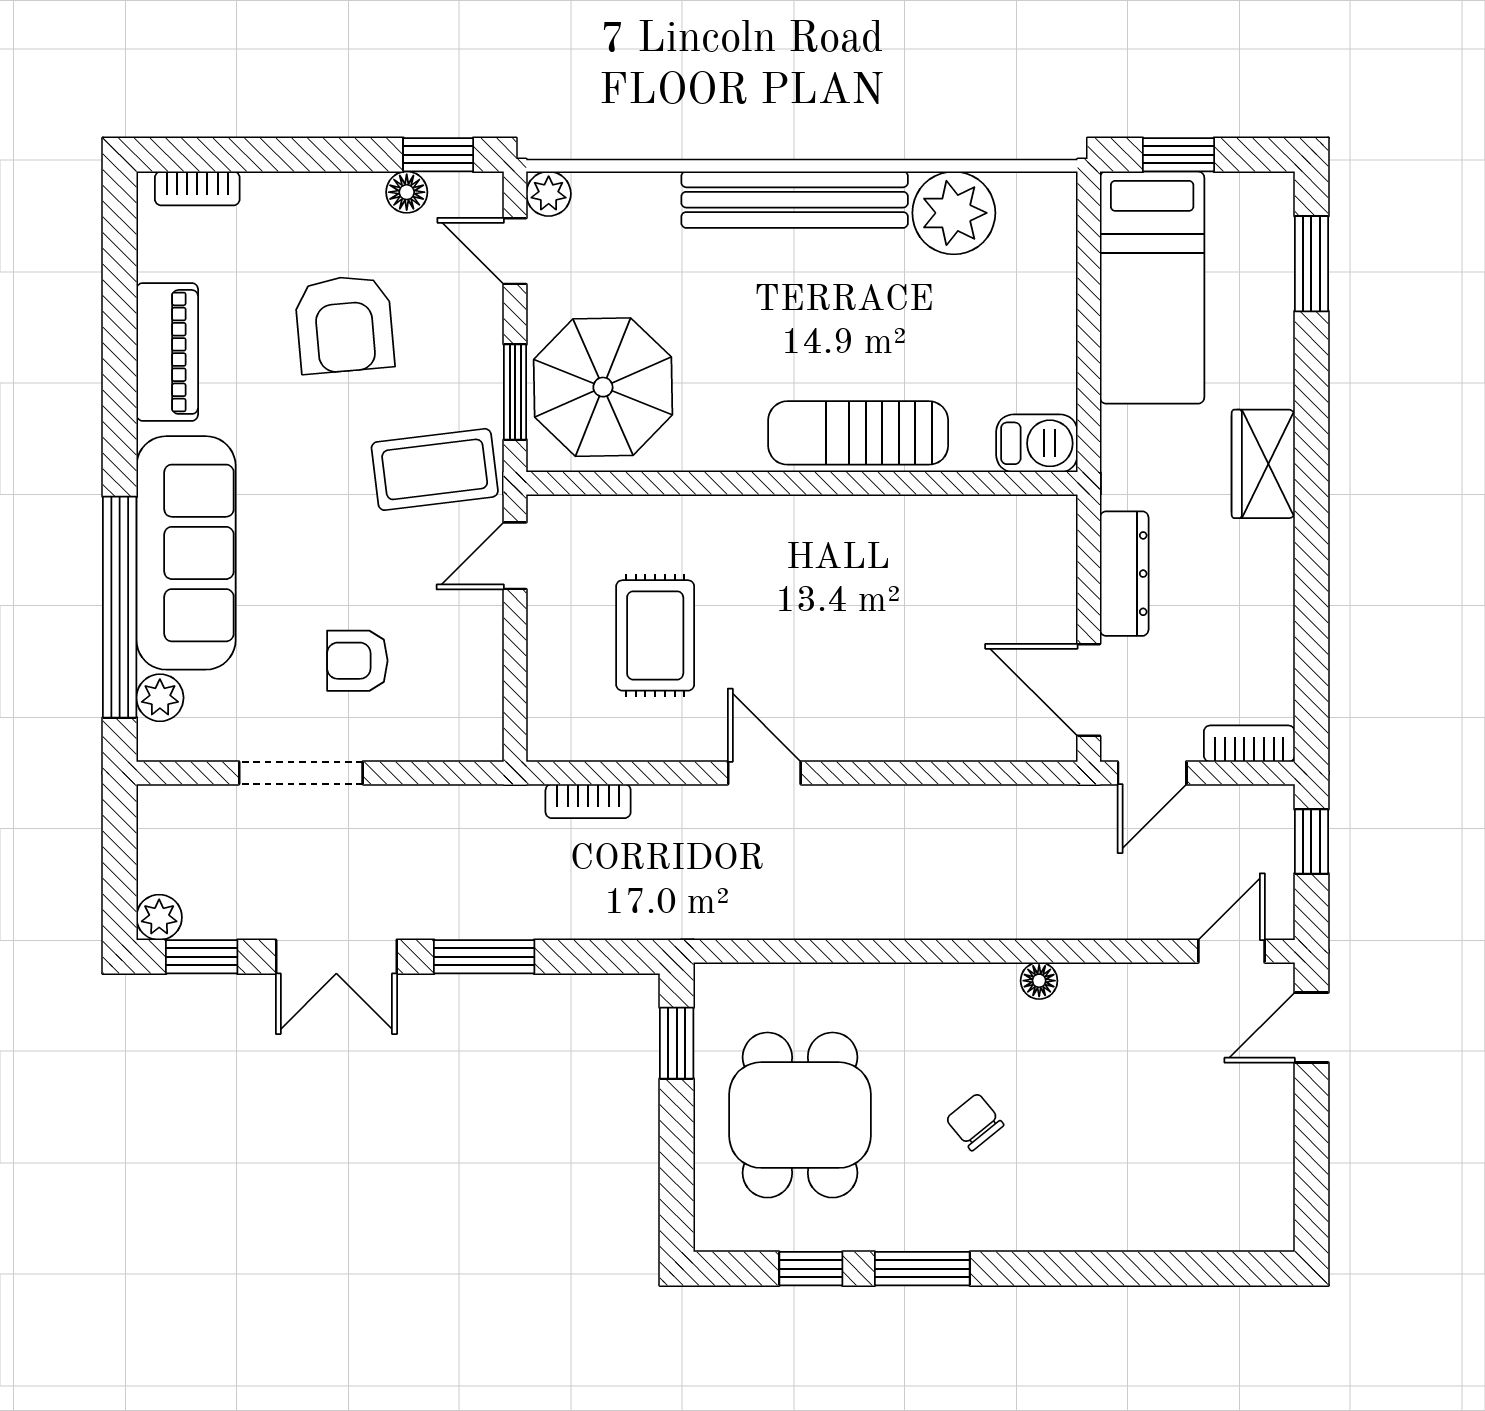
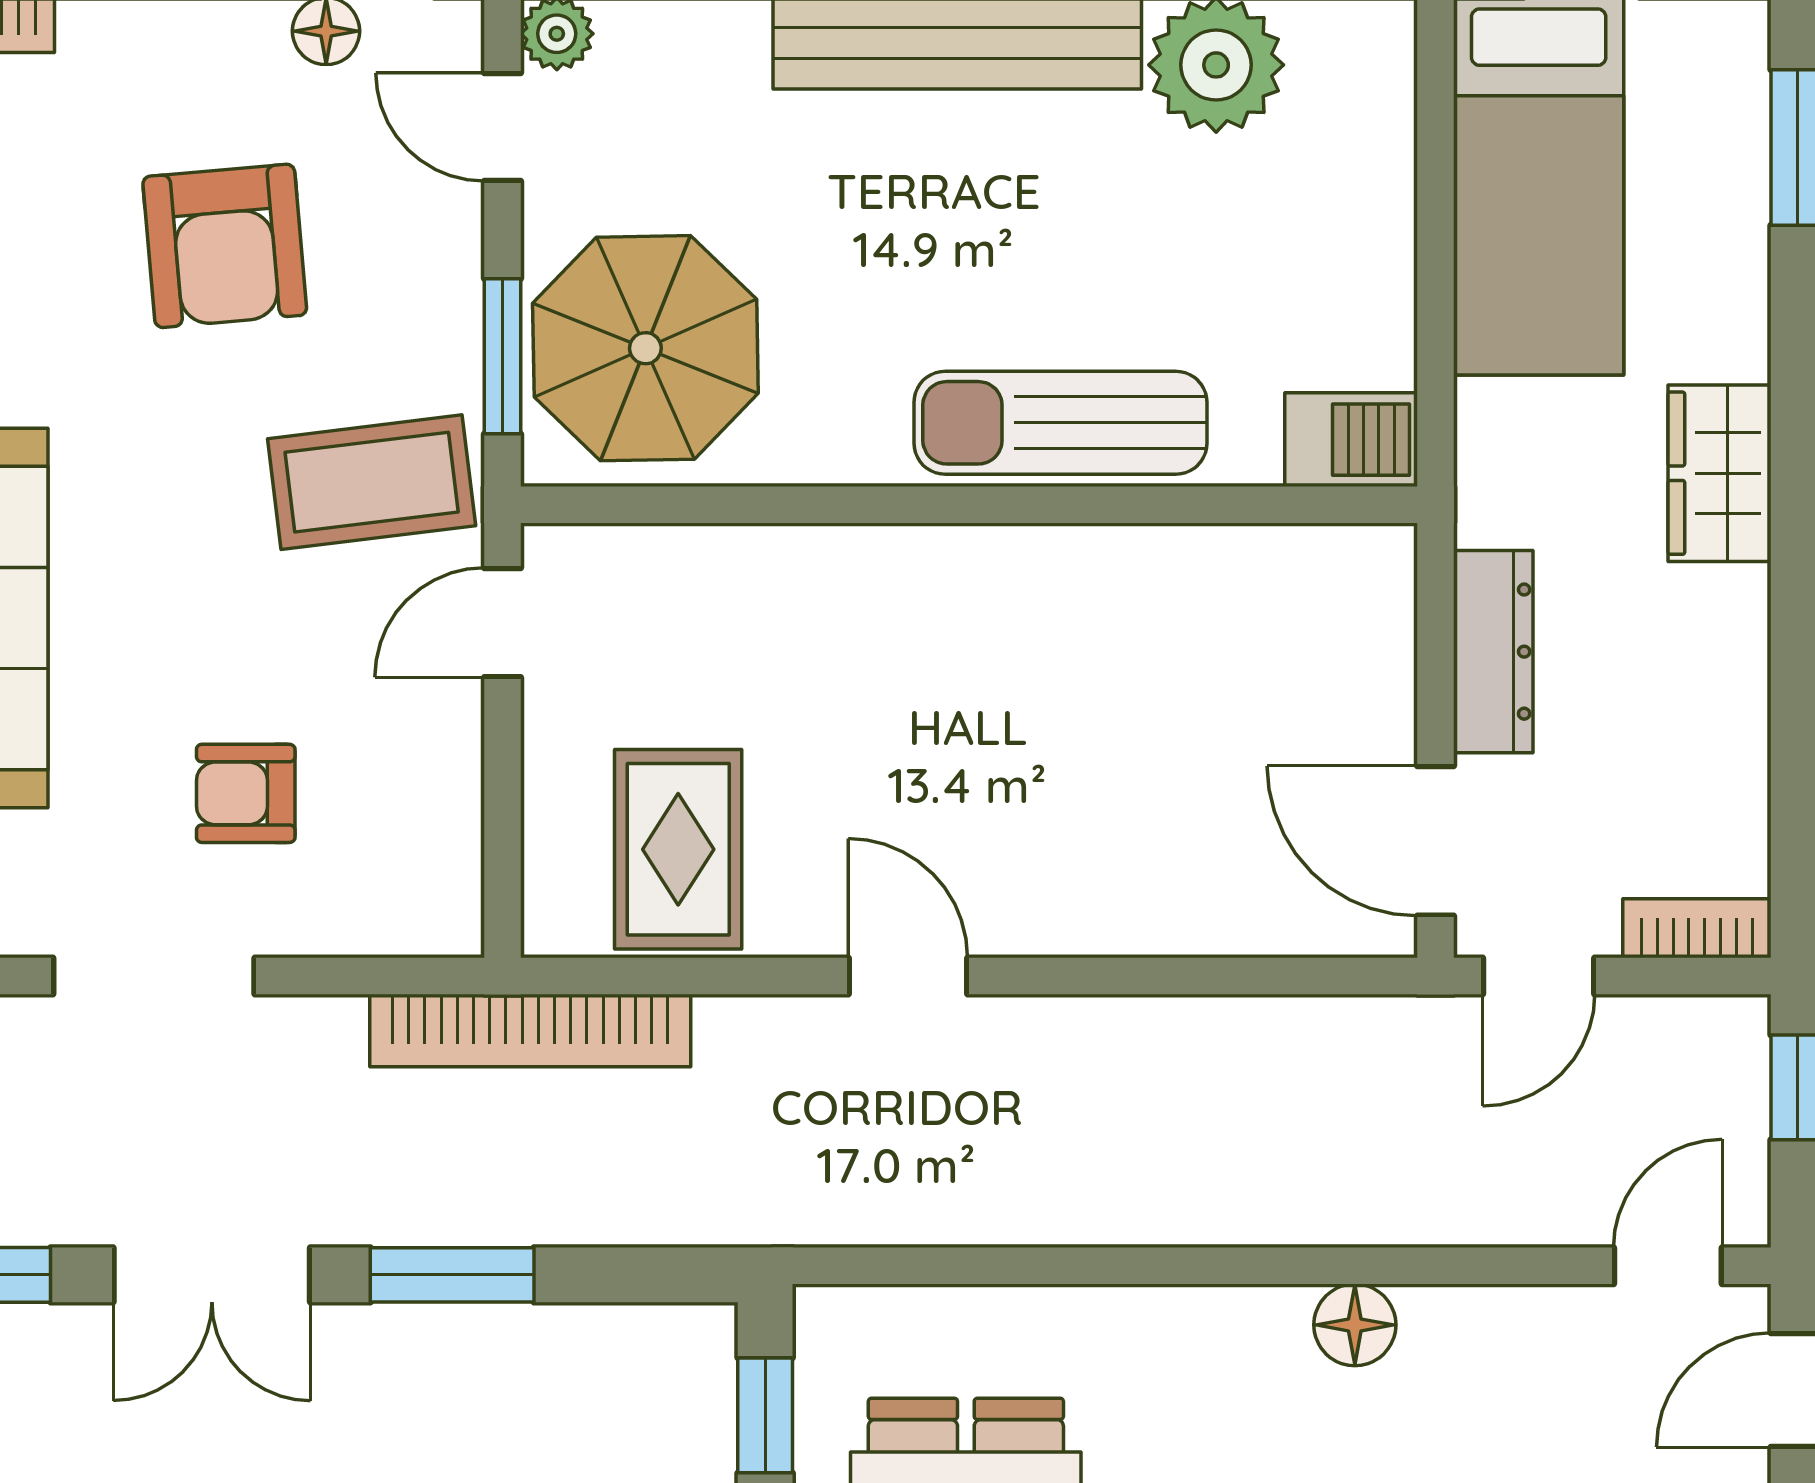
rug: (655, 635) -> (678, 849), moved
bookcase: (588, 801) -> (530, 1030), width x2.31, depth x1.31
floor lamp: (1039, 981) -> (1355, 1325), width x1.37, depth x1.37

